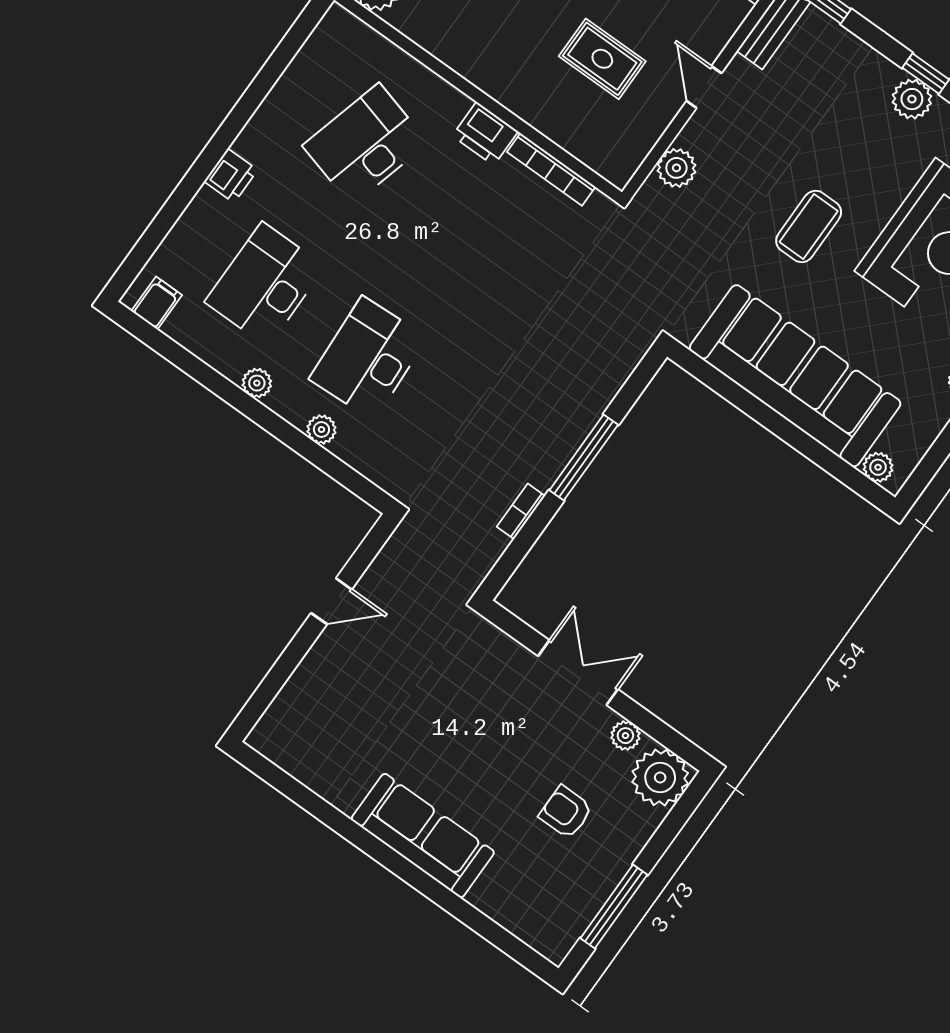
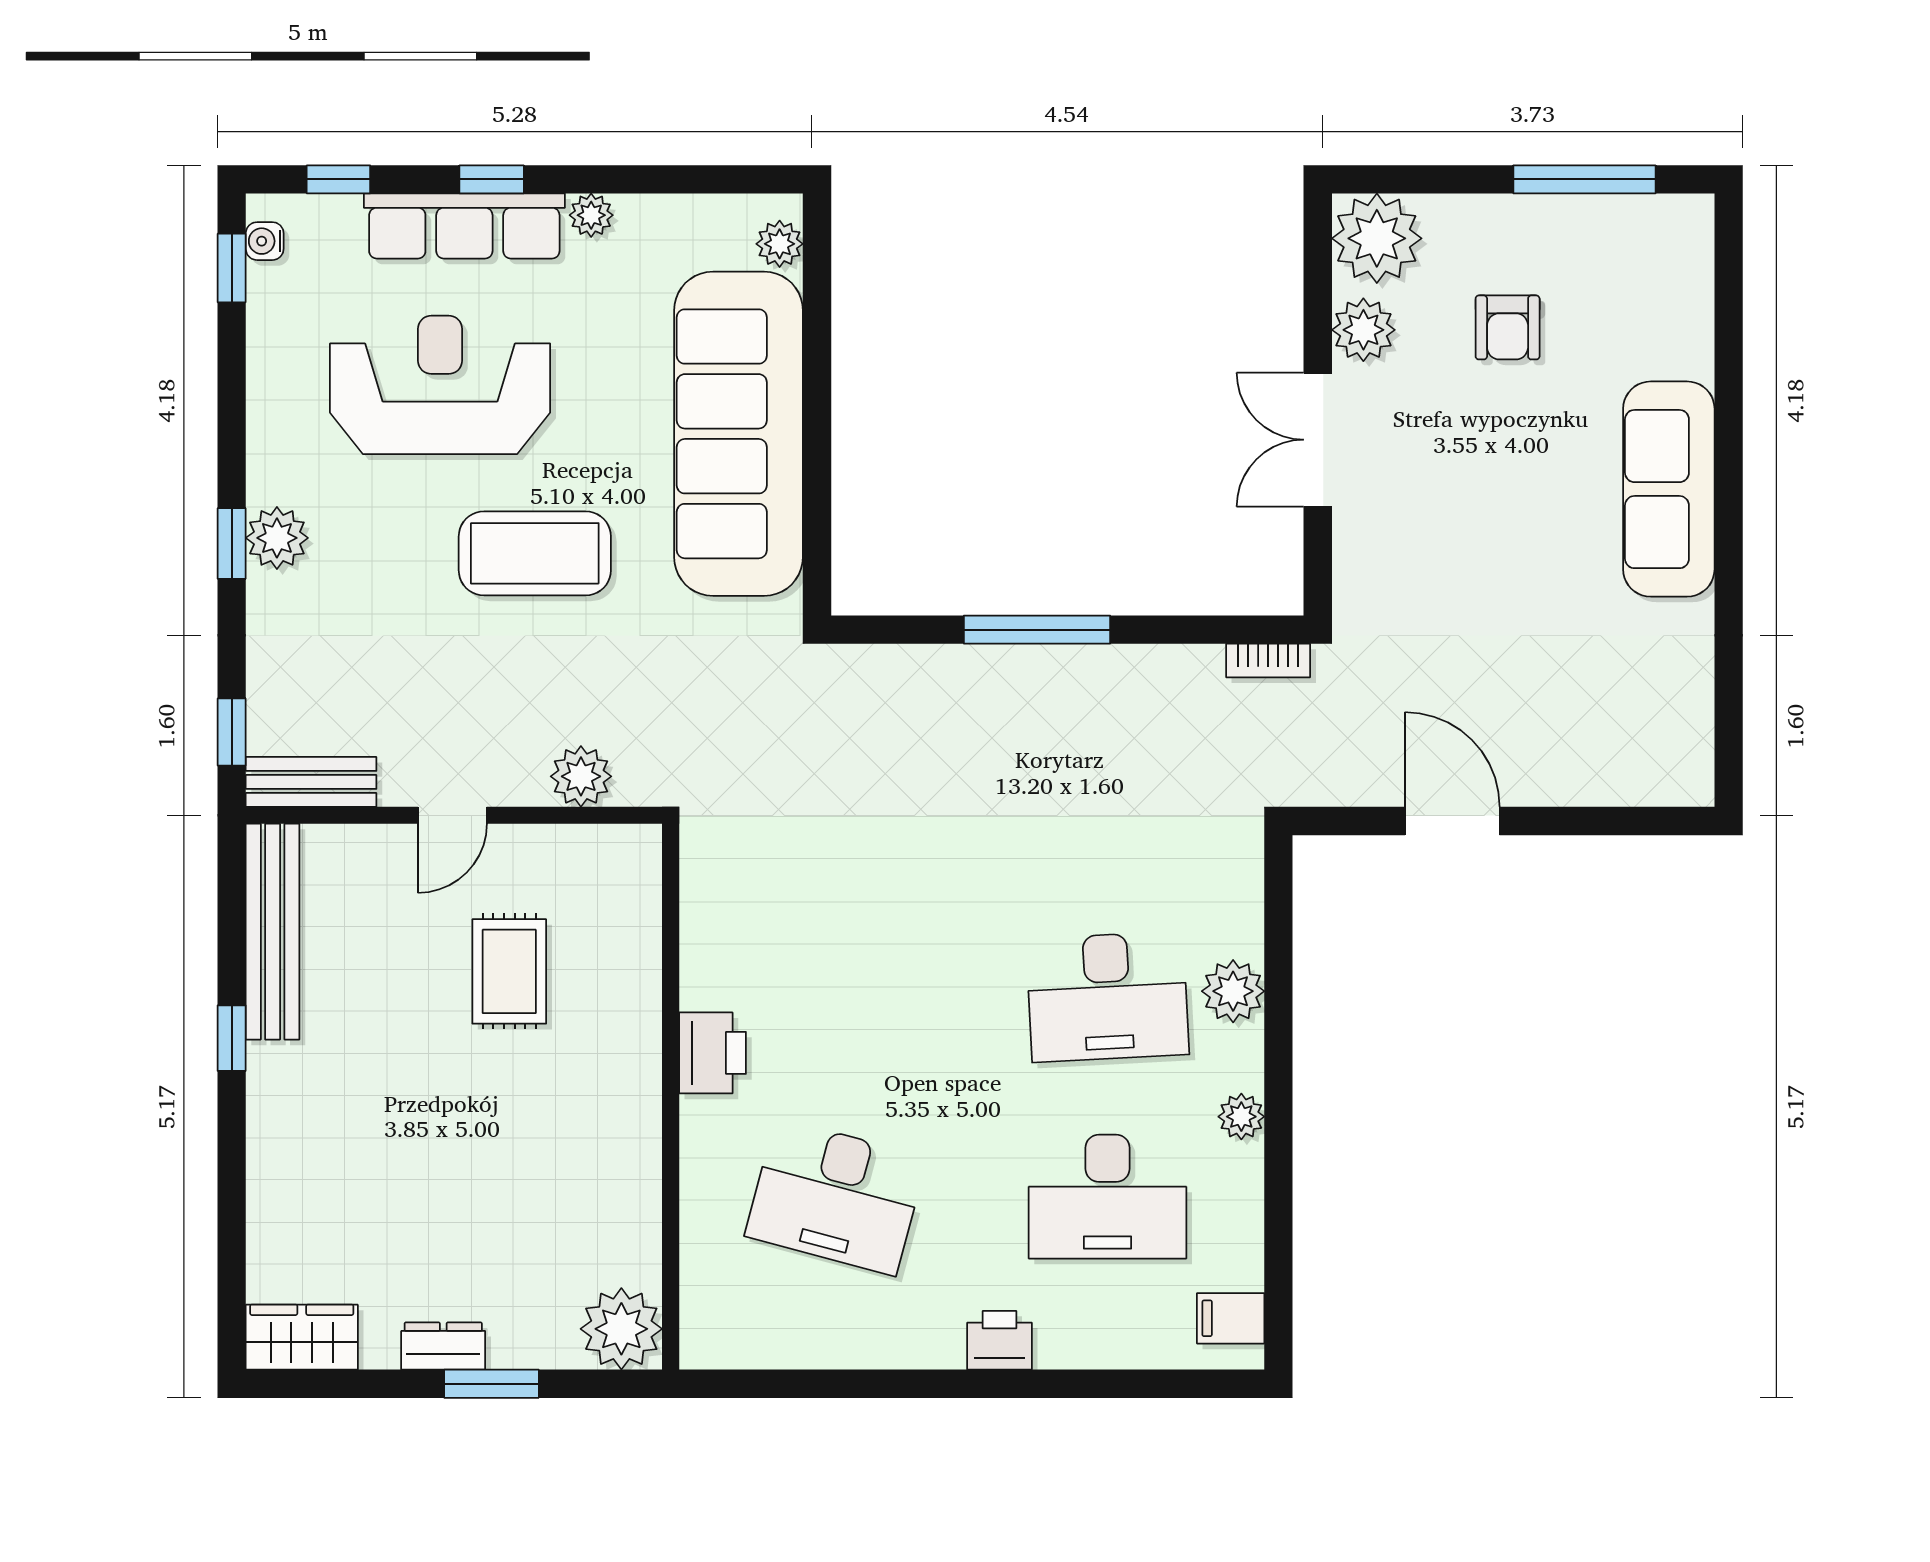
bookcase: (551, 169) -> (698, 935), removed
coffee table: (809, 226) -> (535, 553), width x1.36, depth x1.32
plant: (321, 429) -> (1233, 991), width x1.38, depth x1.38
bookcase: (521, 511) -> (1268, 661), moved
door: (331, 601) -> (1452, 821), width x1.37
plant: (625, 736) -> (1363, 330), width x1.38, depth x1.38

